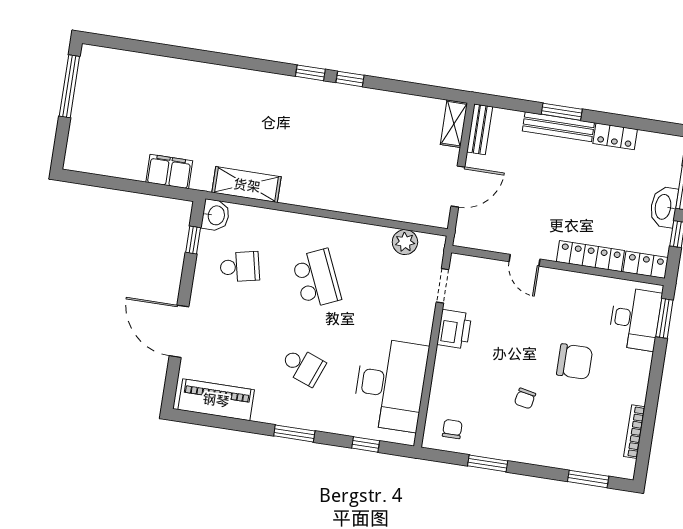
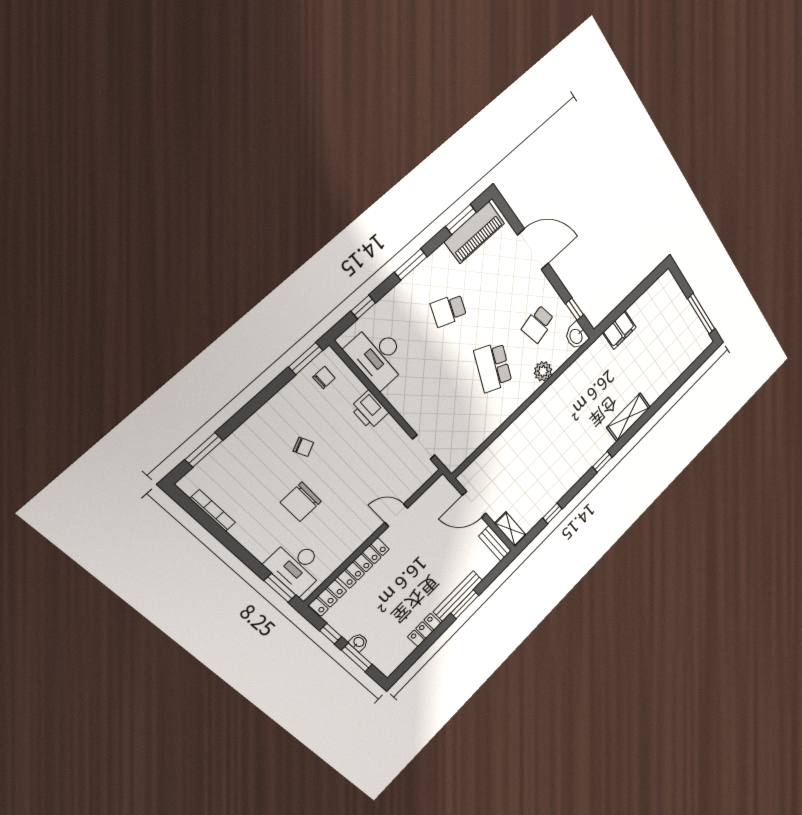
window: (350, 79) -> (552, 513), moved
shelving: (247, 185) -> (629, 417), moved
door: (458, 187) -> (474, 504), hinge flipped
washbasin: (664, 207) -> (359, 642), width x0.52, depth x0.69
plant: (405, 242) -> (543, 371), moved
school desk: (317, 279) -> (493, 367), turned 48
printer: (454, 329) -> (369, 410), moved
desk: (390, 385) -> (378, 356), width x0.73, depth x0.77
chair: (525, 398) -> (303, 447), turned 144
window: (217, 421) -> (461, 219), added
chair: (452, 429) -> (324, 378), turned -90
window: (488, 463) -> (306, 359), moved

